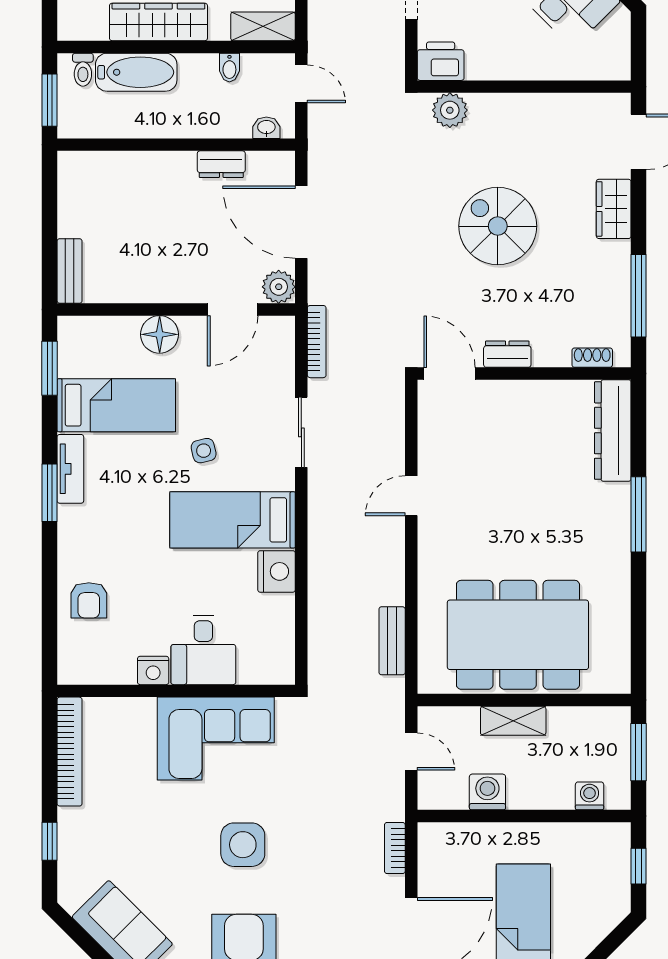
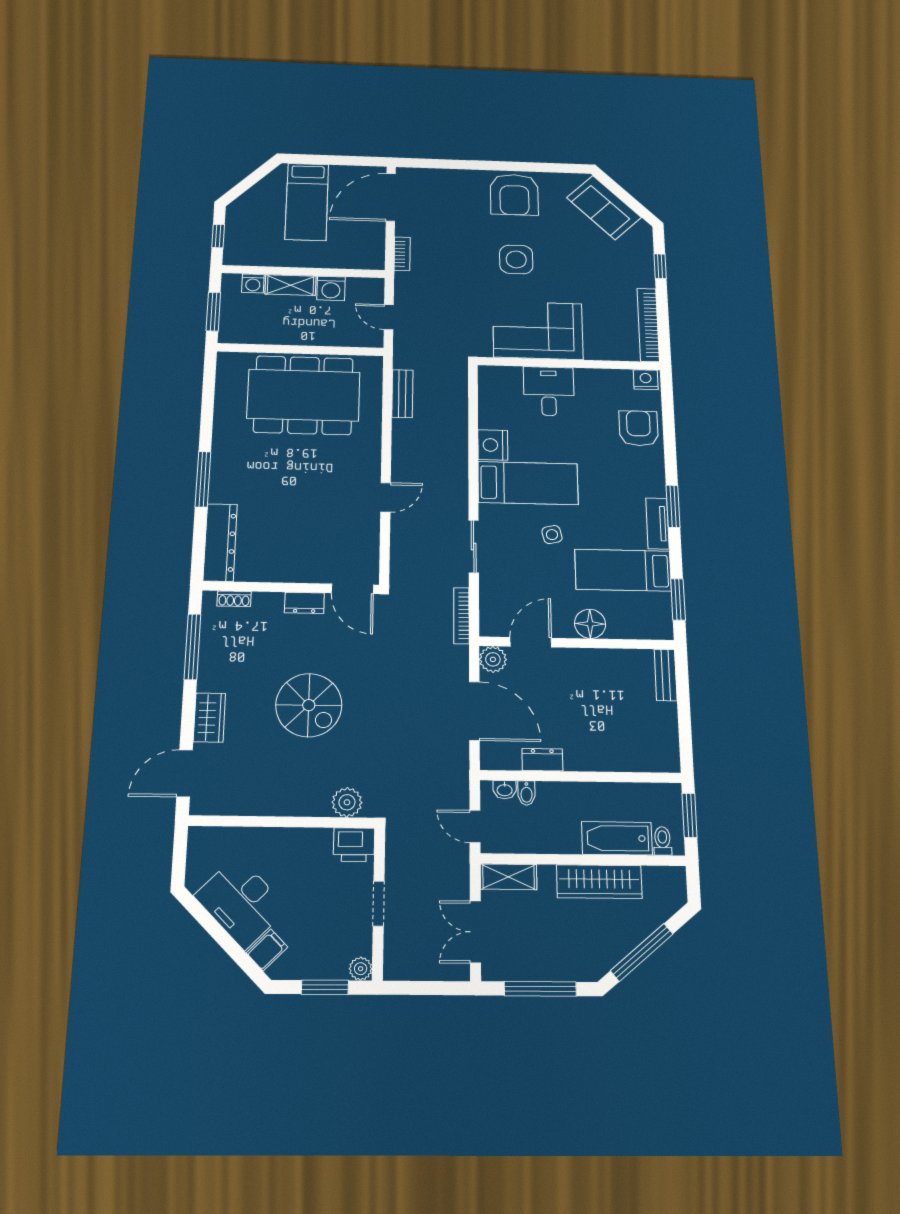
bidet: (229, 68) -> (527, 793), moved, turned 180
armchair: (89, 600) -> (639, 428), width x1.38, depth x1.38
nightstand: (153, 670) -> (646, 380), moved
shelving: (513, 721) -> (291, 285), moved

